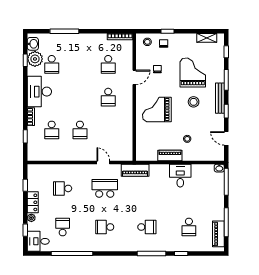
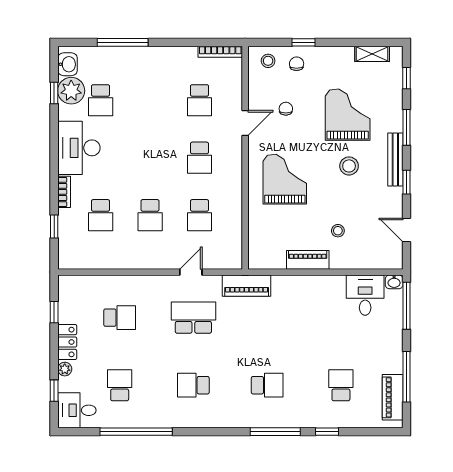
grand piano: (157, 109) -> (285, 179), turned 90
school desk: (108, 130) -> (200, 215), added
door: (103, 162) -> (191, 272), hinge flipped
desk: (180, 176) -> (365, 295), moved
school desk: (63, 188) -> (120, 318), turned 180
school desk: (189, 227) -> (341, 385), turned 180

